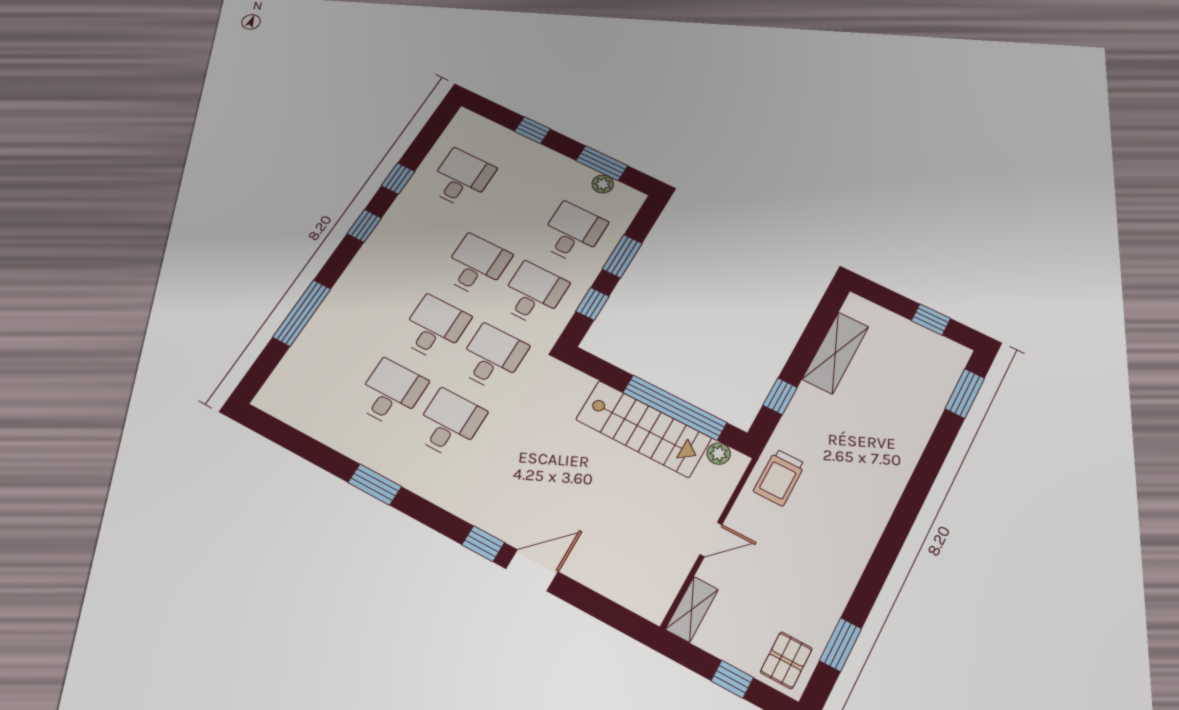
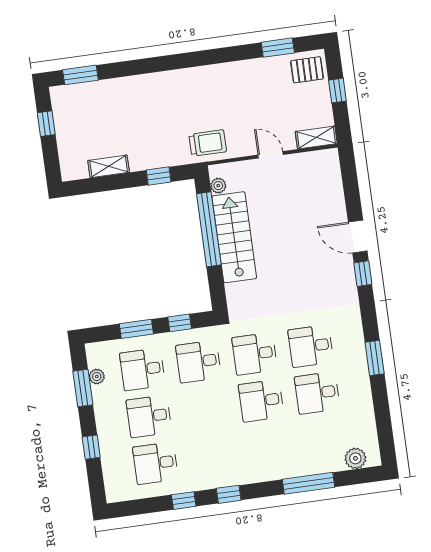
desk: (476, 265) -> (149, 416), moved
shelving: (835, 353) -> (109, 166), width x0.67, depth x0.75
plant: (283, 381) -> (355, 458), added

